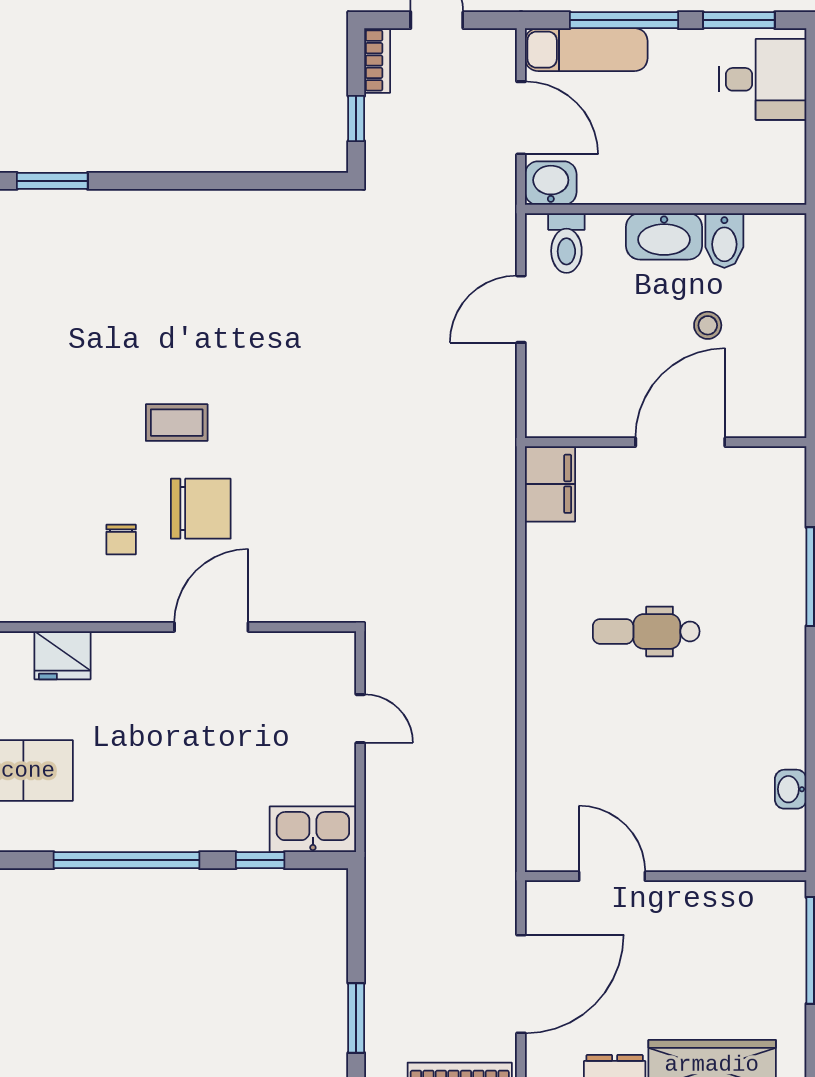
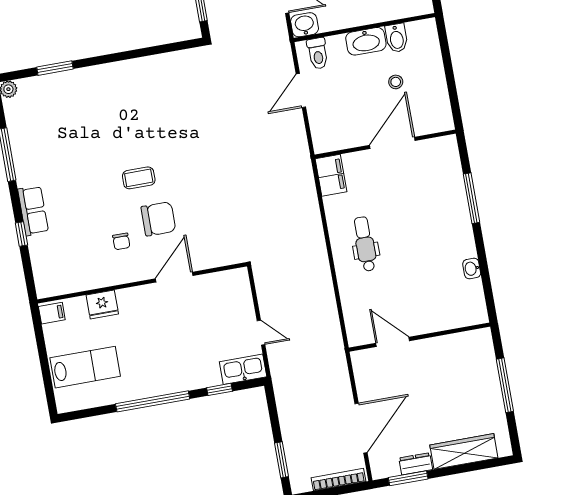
dental chair: (646, 631) -> (365, 244), moved, turned 90
door: (360, 719) -> (261, 333), moved
washbasin: (791, 789) -> (472, 268), moved
door: (612, 876) -> (393, 342), moved
wall: (666, 876) -> (419, 337), moved

